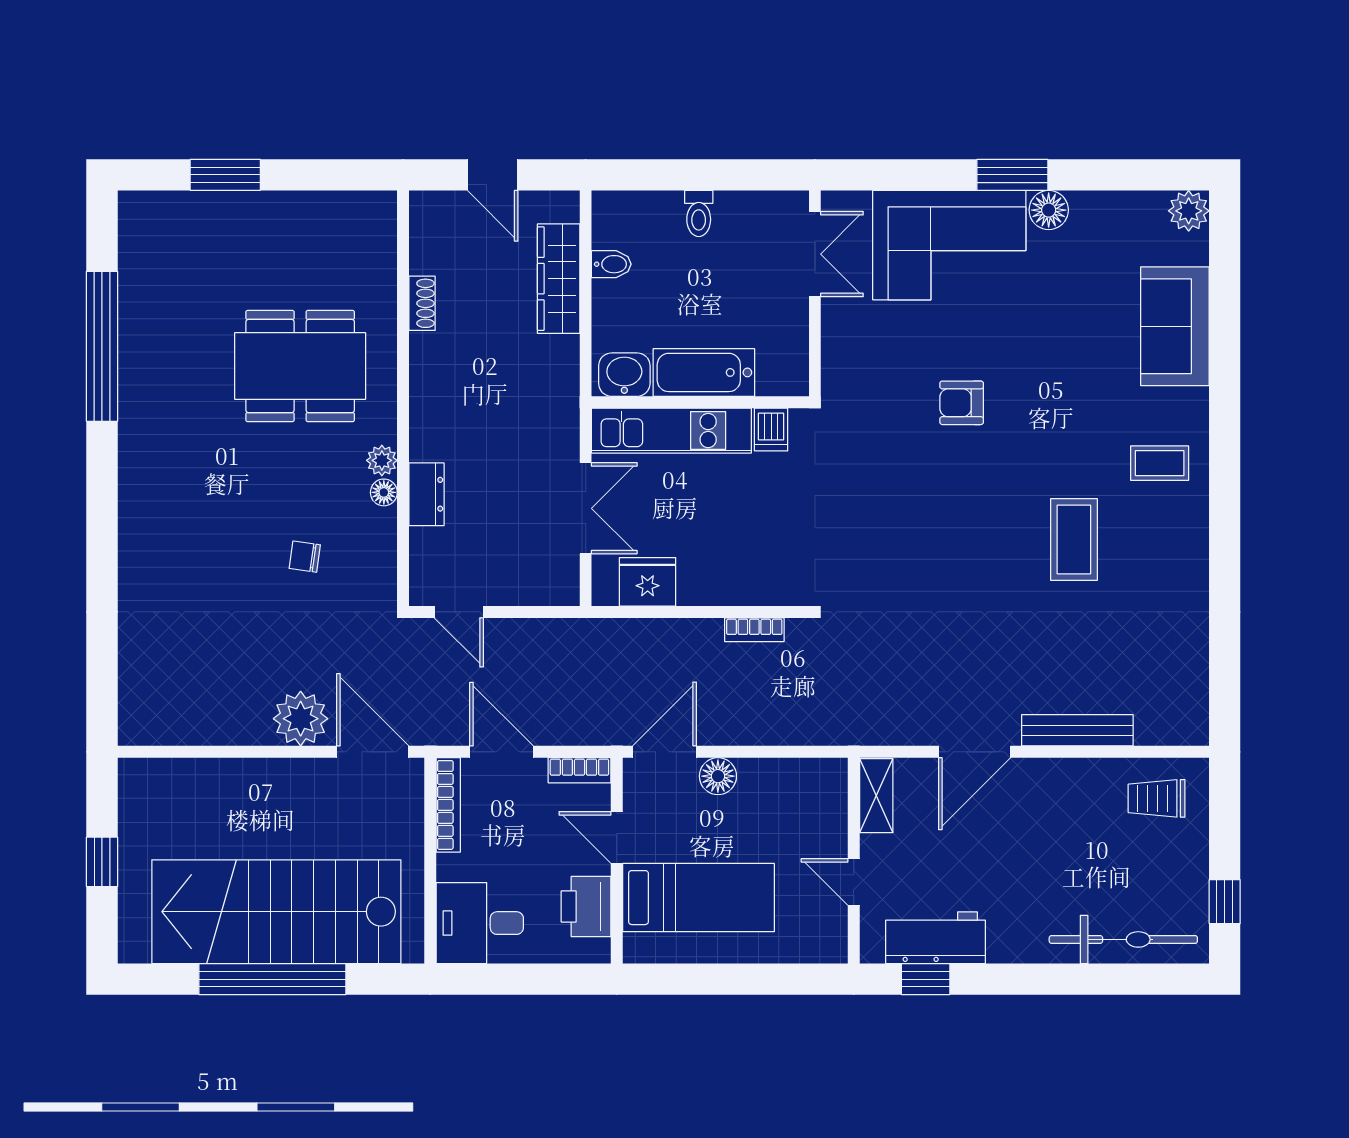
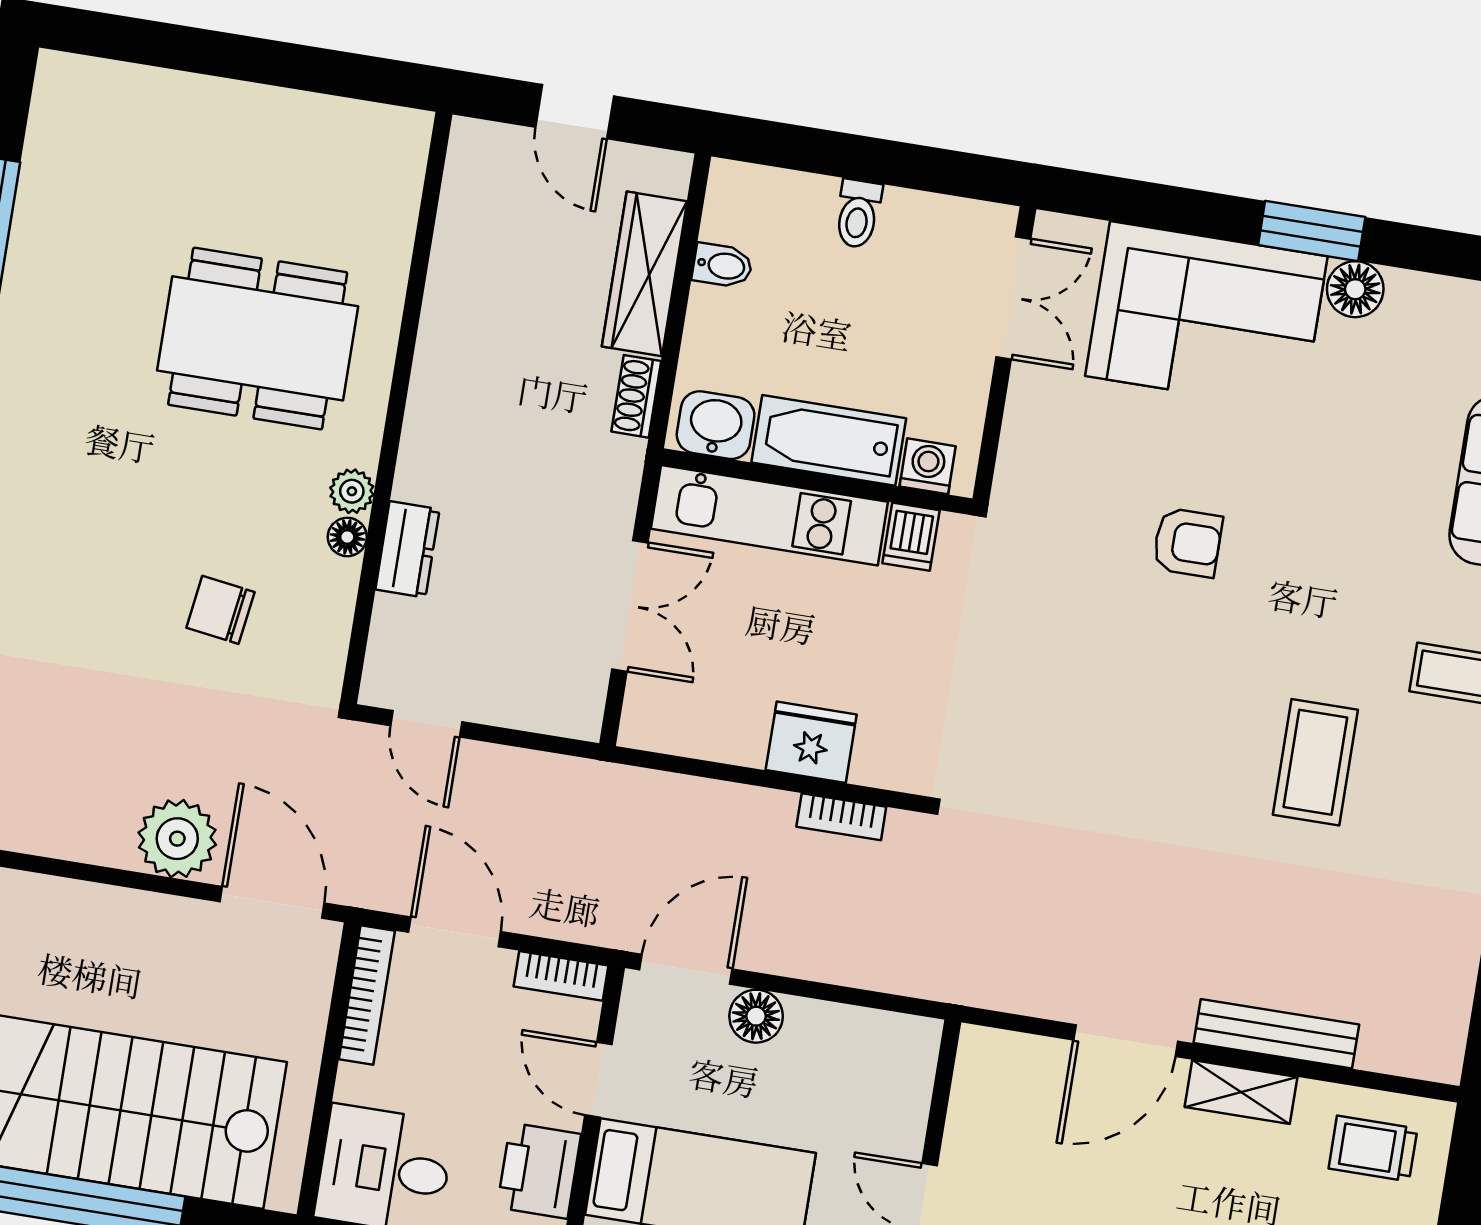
window: (225, 175) -> (195, 50), removed
shoe rack: (422, 303) -> (636, 396), moved, turned 180
washing machine: (775, 379) -> (928, 466), added
armchair: (962, 403) -> (1187, 543), turned 180
chair: (305, 557) -> (220, 610), width x1.37, depth x1.37
fridge: (648, 582) -> (811, 742), moved
shelving: (876, 796) -> (1241, 1092), moved, turned 90

